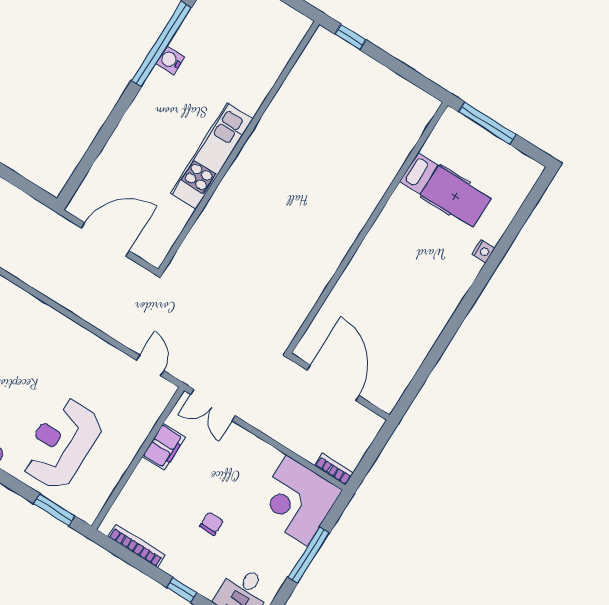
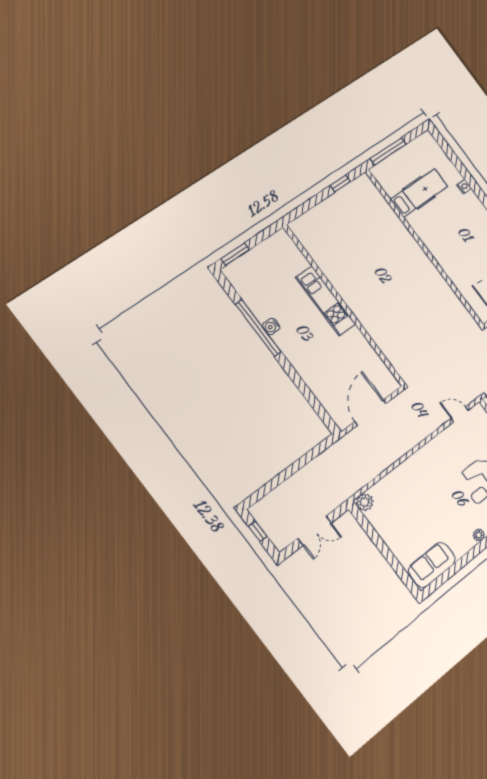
window: (350, 37) -> (340, 184), moved
kitchen unit: (212, 156) -> (326, 301), moved

